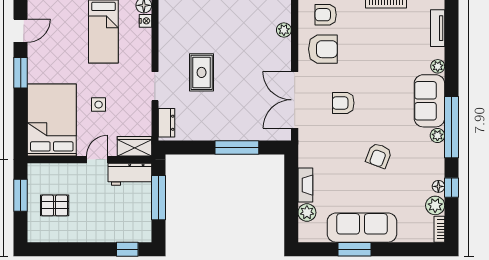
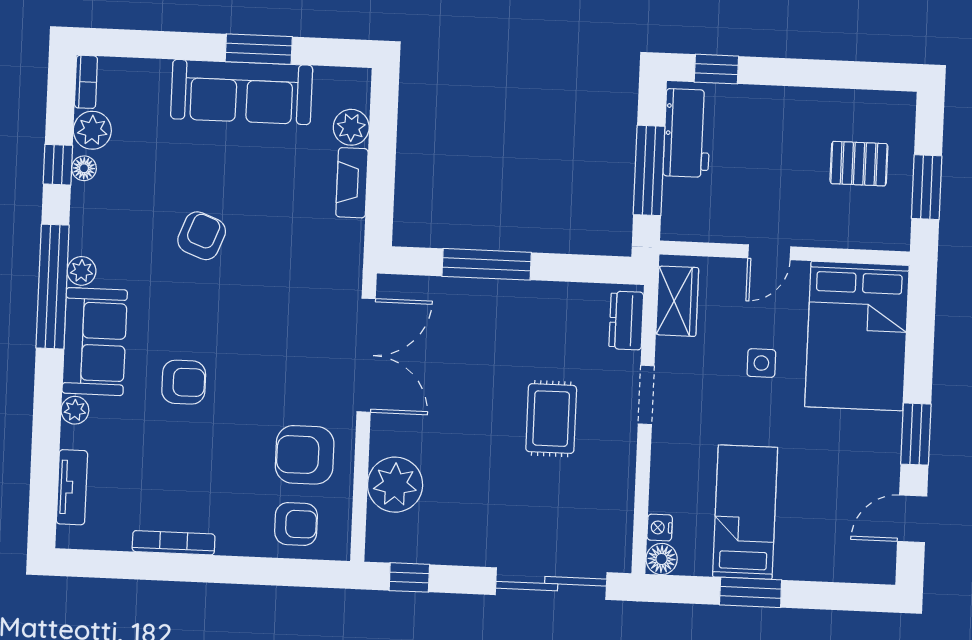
plant: (284, 30) -> (395, 485), width x1.88, depth x1.88
armchair: (343, 103) -> (184, 382), moved
wardrobe: (134, 146) -> (677, 301), moved, turned -90
workbench: (130, 174) -> (687, 133), moved, turned 90

